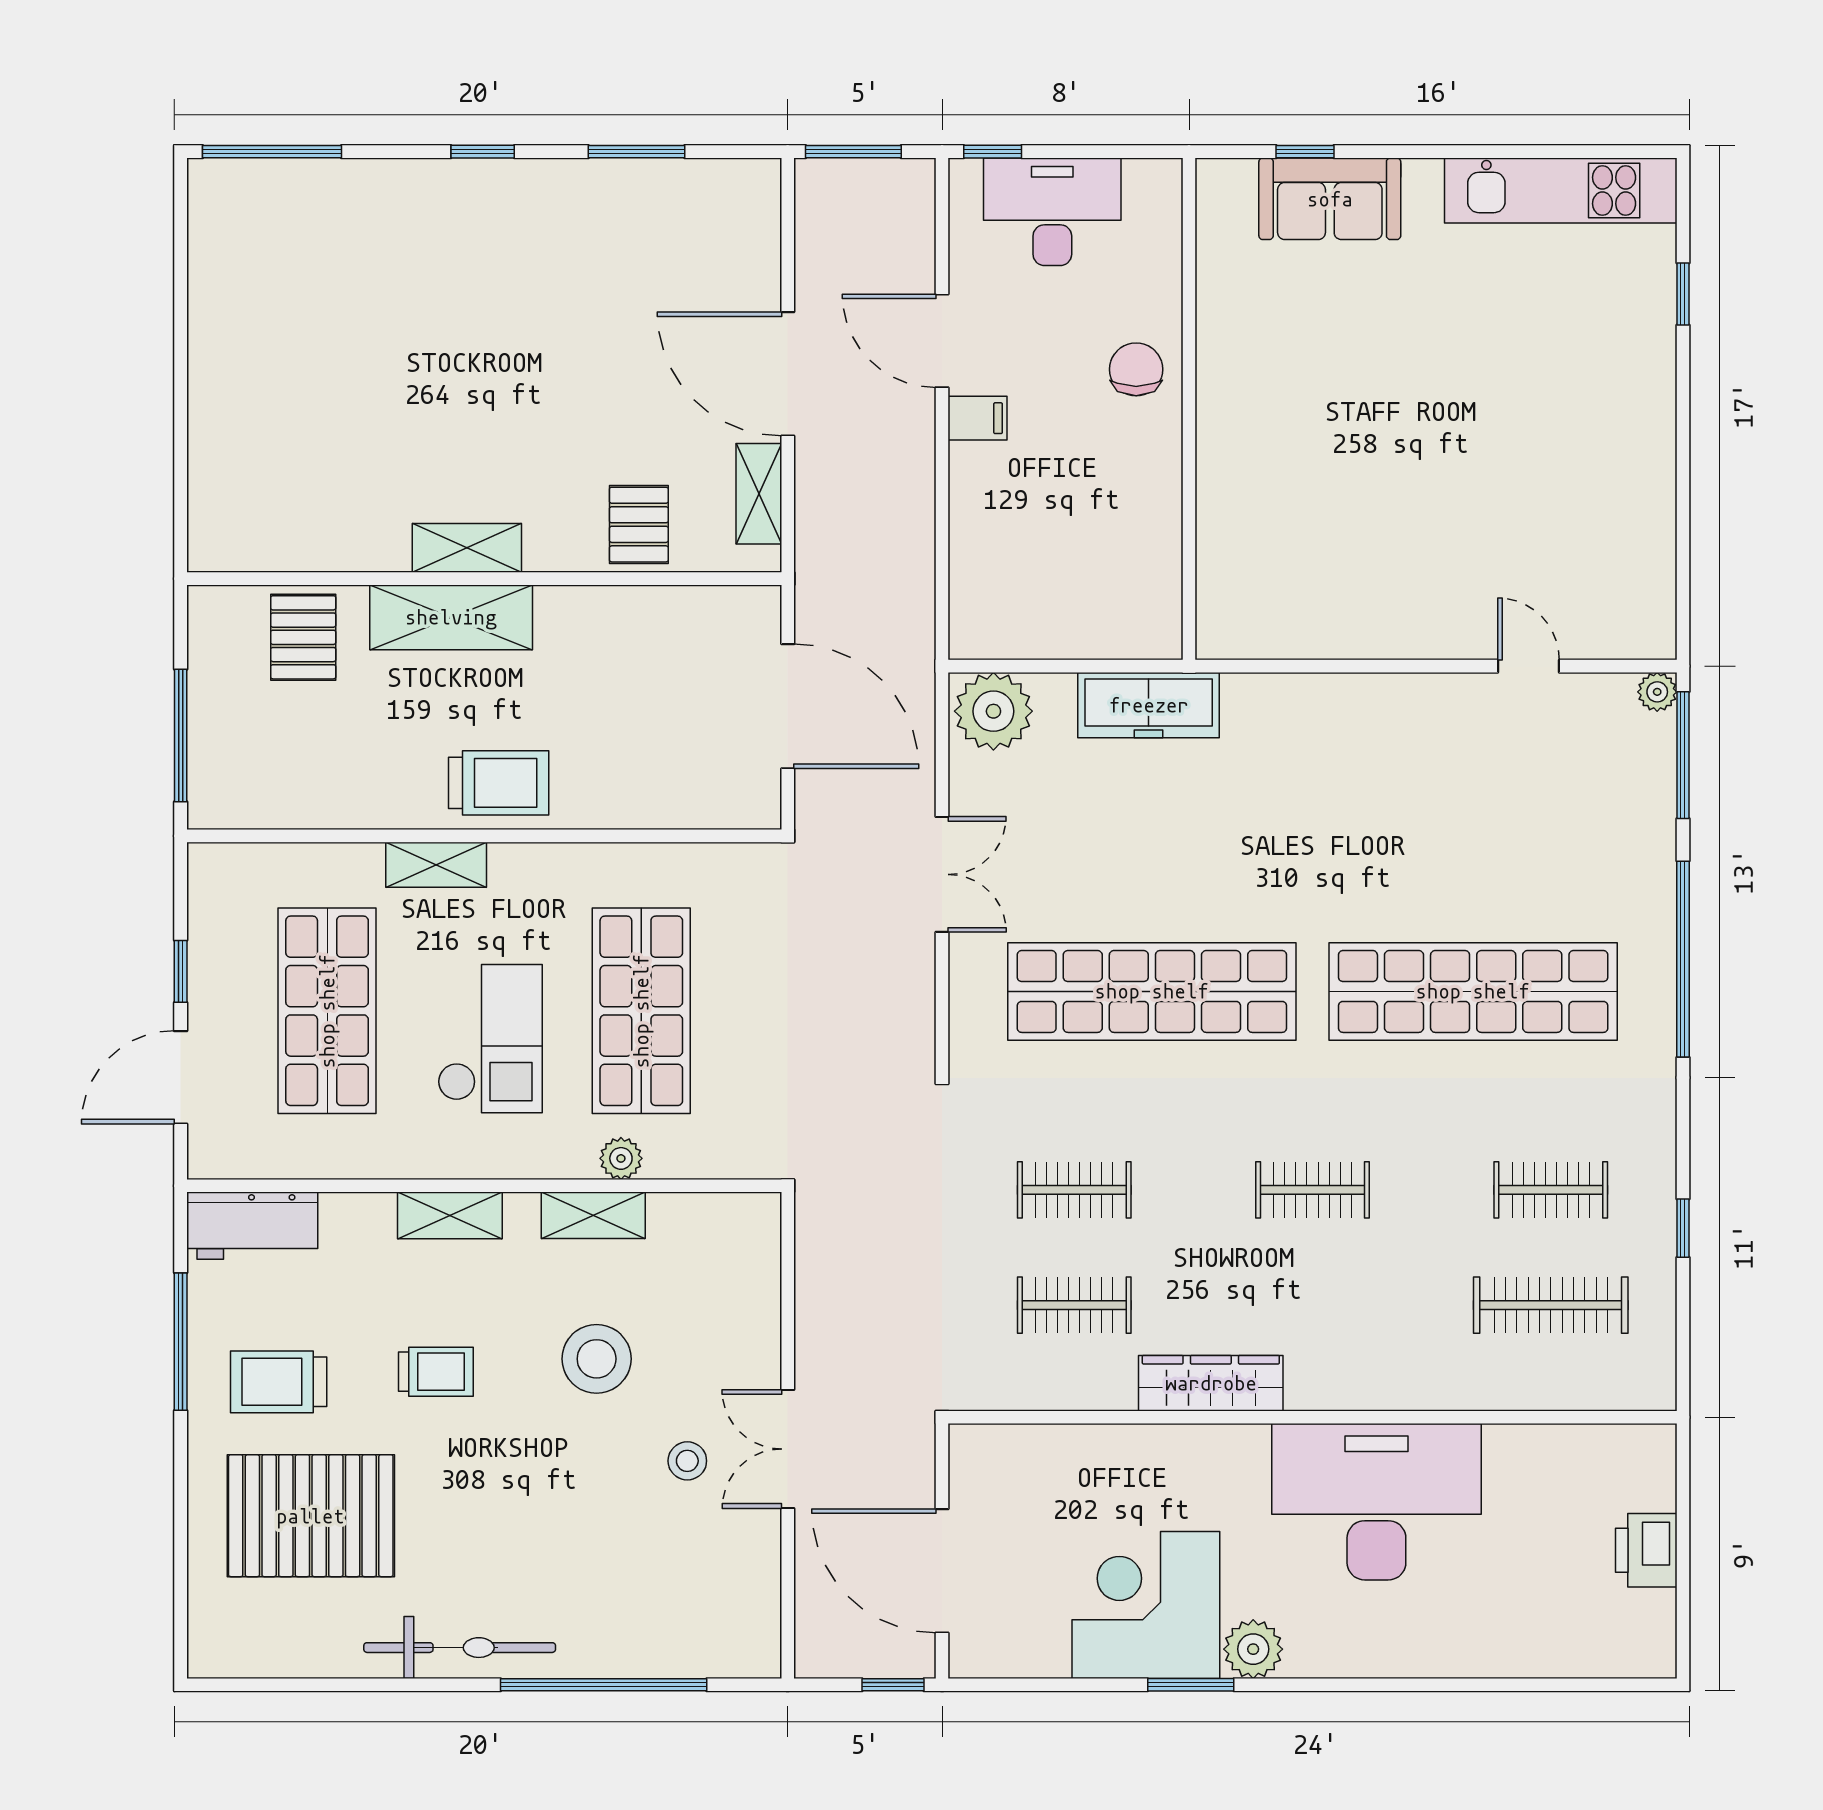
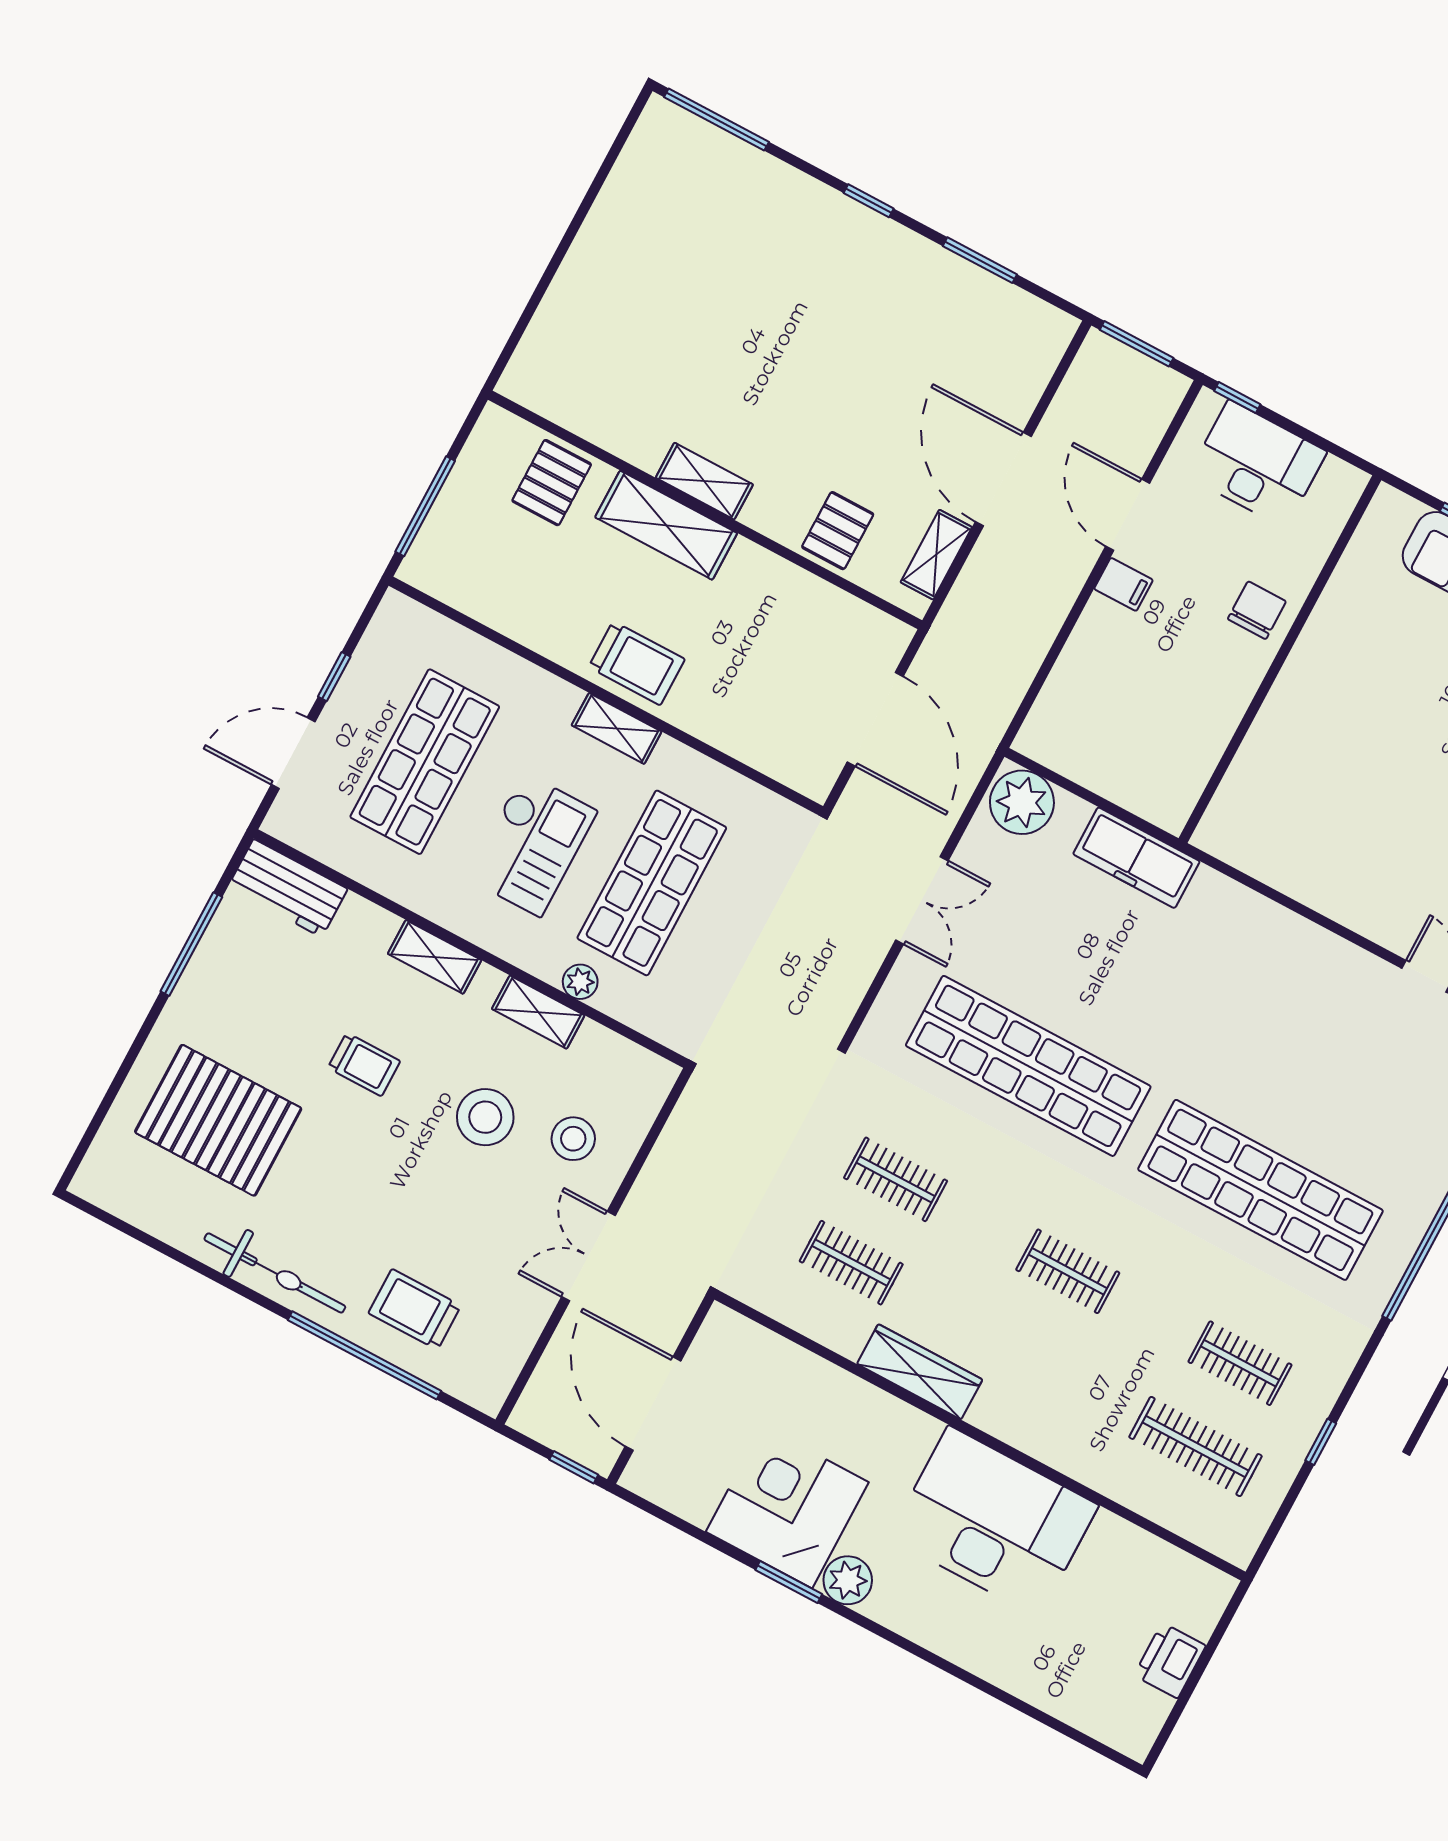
shelving: (436, 865) -> (617, 728), moved
trolley: (279, 1382) -> (415, 1309), moved
stool: (687, 1461) -> (573, 1139), moved, width x1.37, depth x1.37

